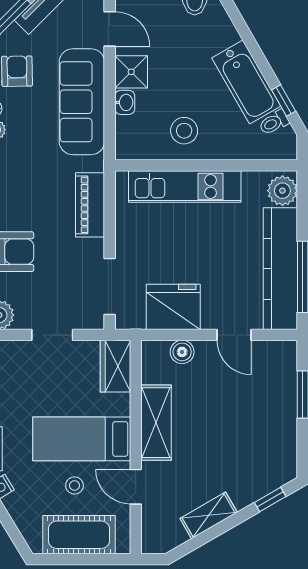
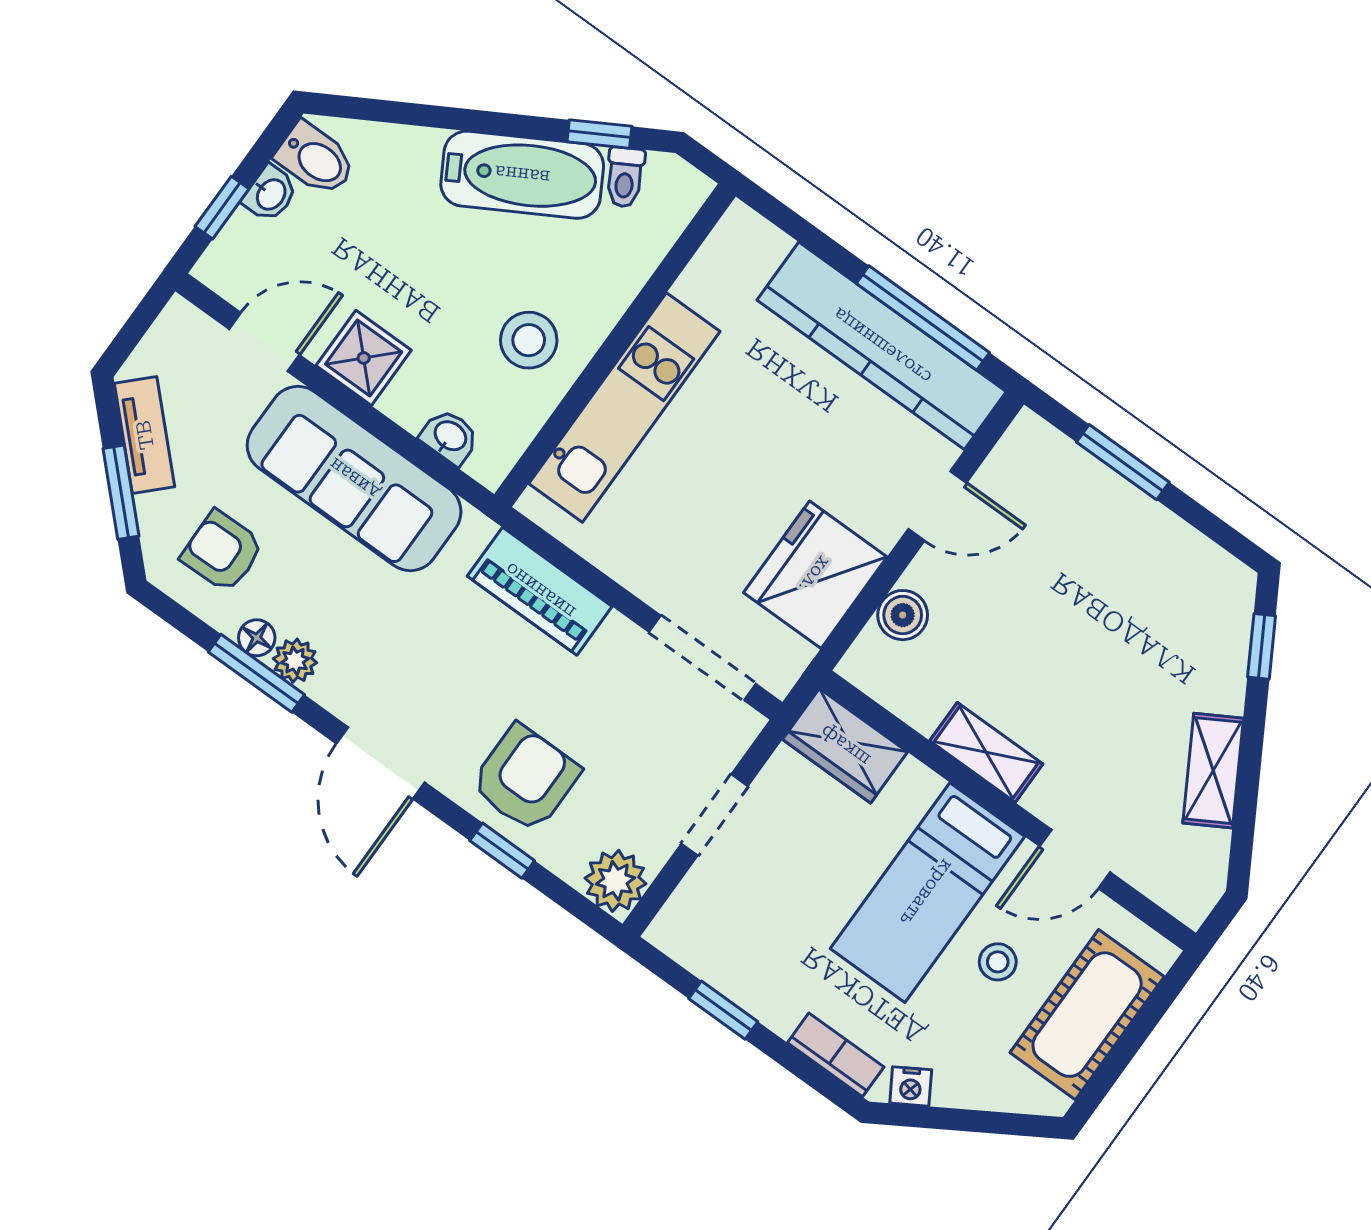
washbasin: (125, 102) -> (450, 437), moved
plant: (282, 191) -> (751, 246), removed
shelving: (156, 423) -> (986, 752), width x0.67, depth x0.75

